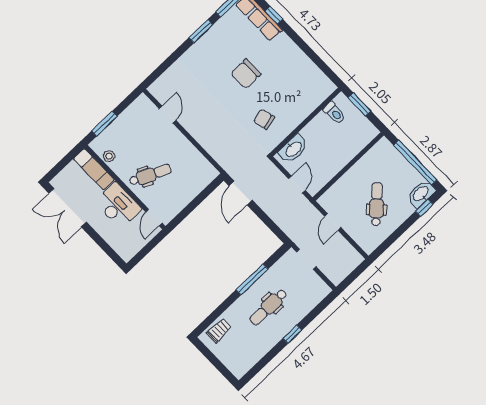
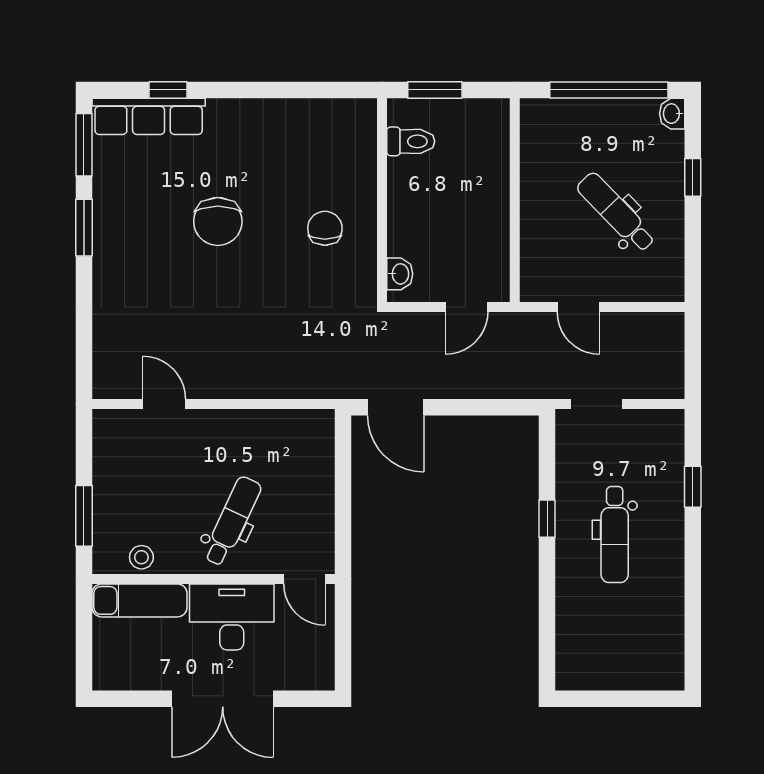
chair: (264, 119) -> (325, 228), moved, turned 105
washbasin: (293, 149) -> (400, 274), width x0.52, depth x0.69
door: (297, 185) -> (466, 307), swing flipped
washbasin: (421, 194) -> (672, 114), width x0.52, depth x0.69
double door: (68, 208) -> (223, 699), moved
window: (424, 208) -> (693, 177), moved
window: (252, 279) -> (547, 519), width x0.46
trolley: (219, 331) -> (578, 647), removed
window: (292, 334) -> (693, 487), moved

